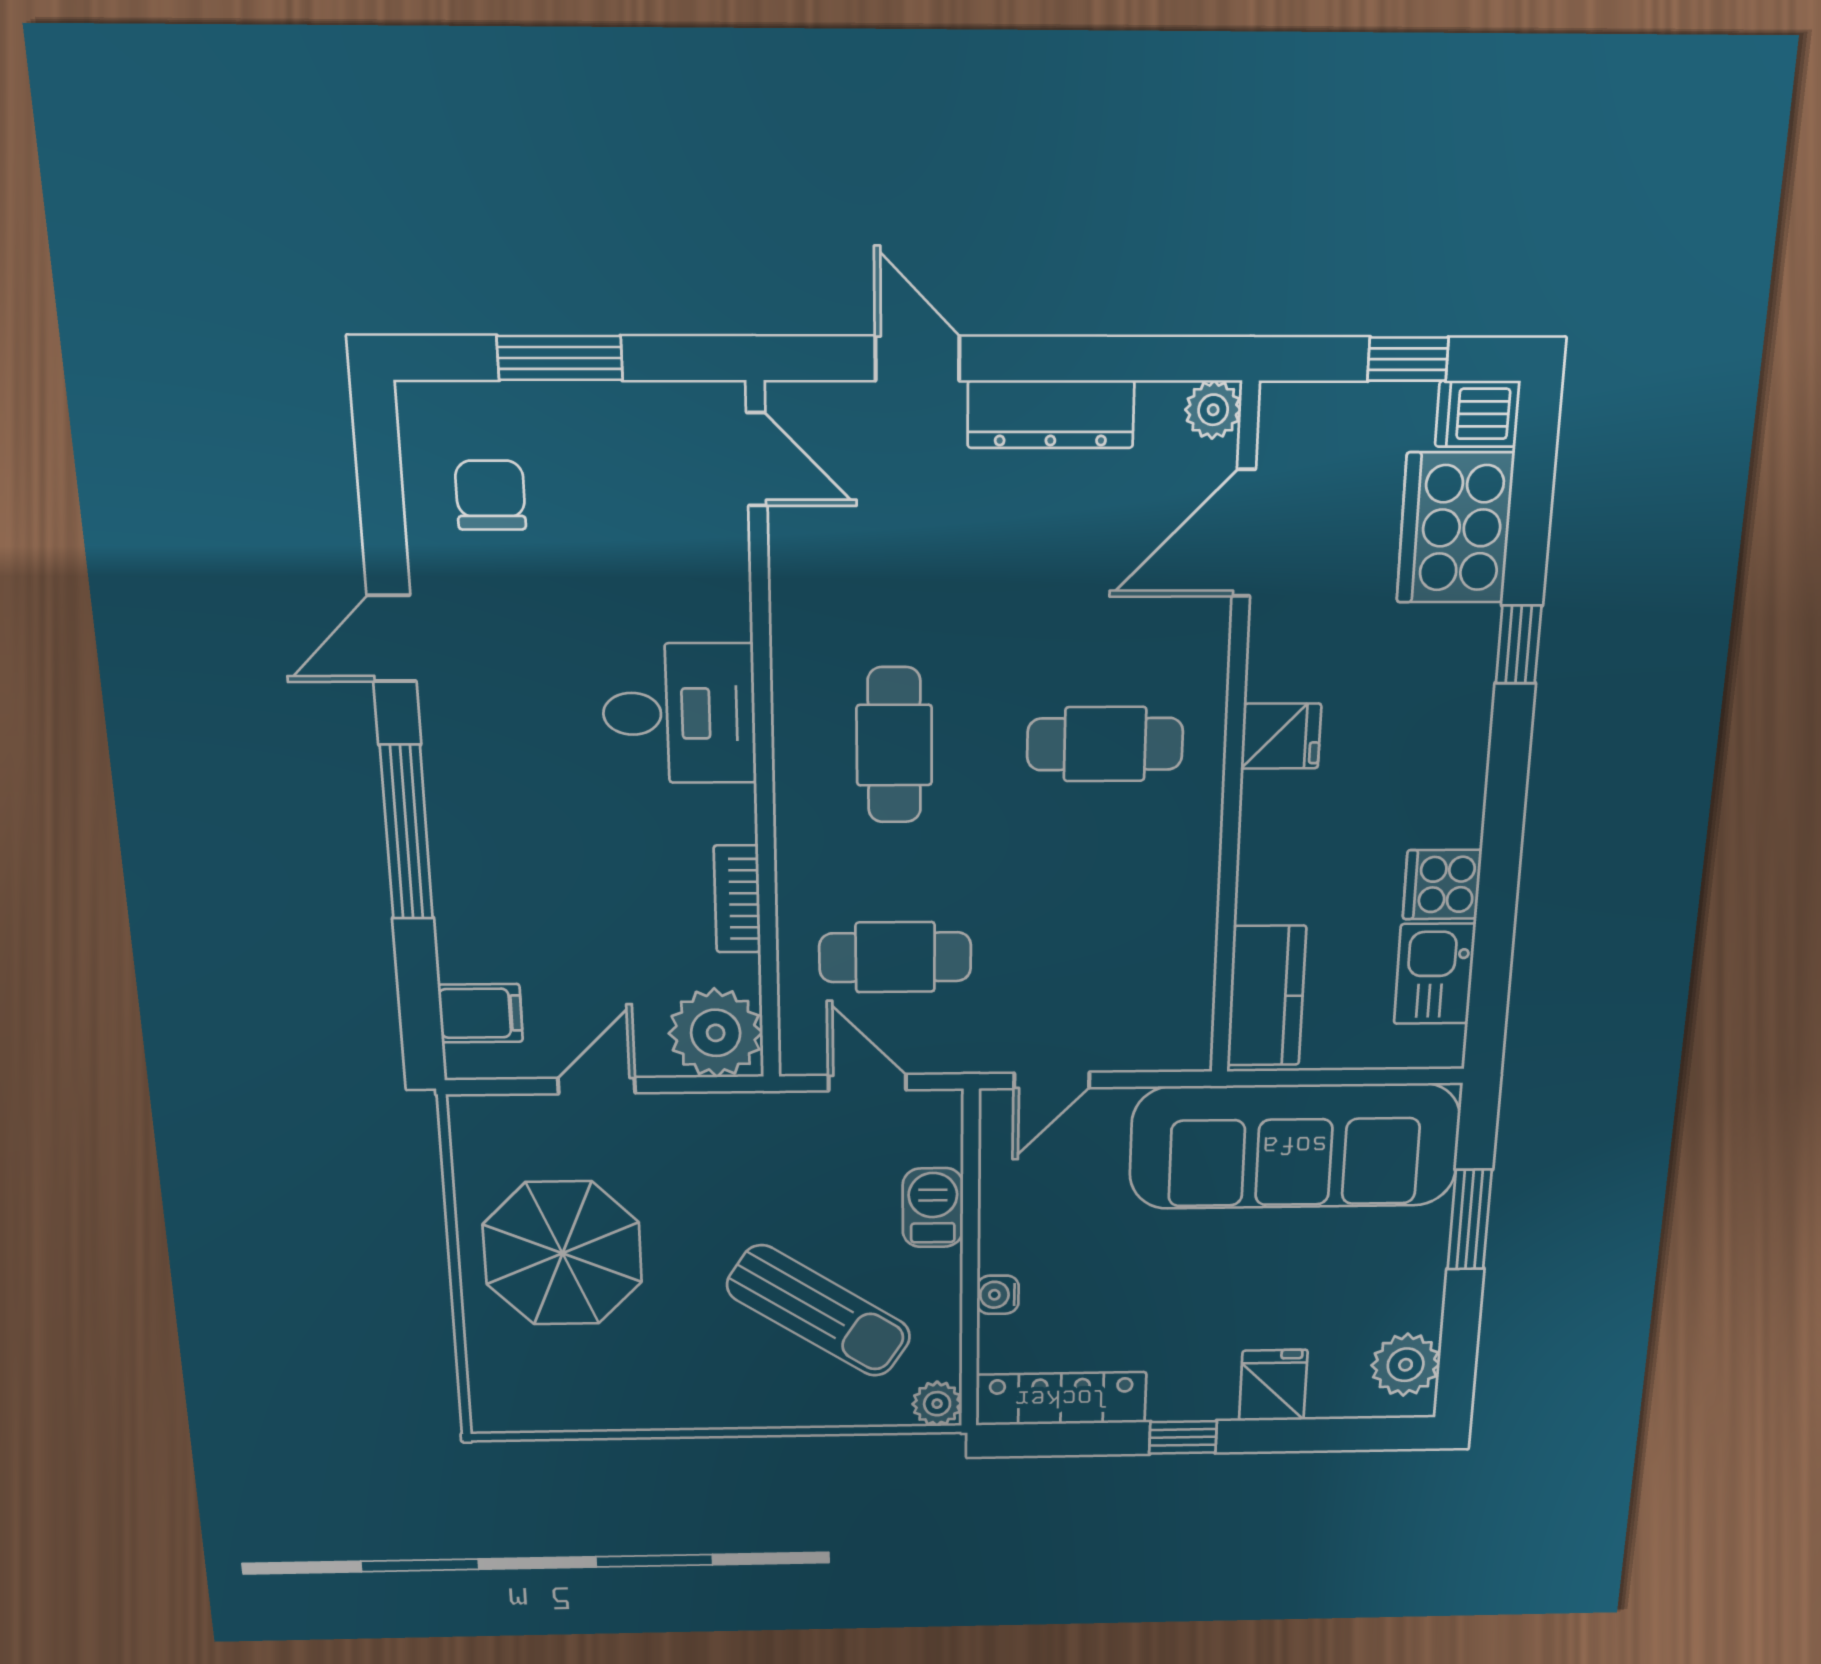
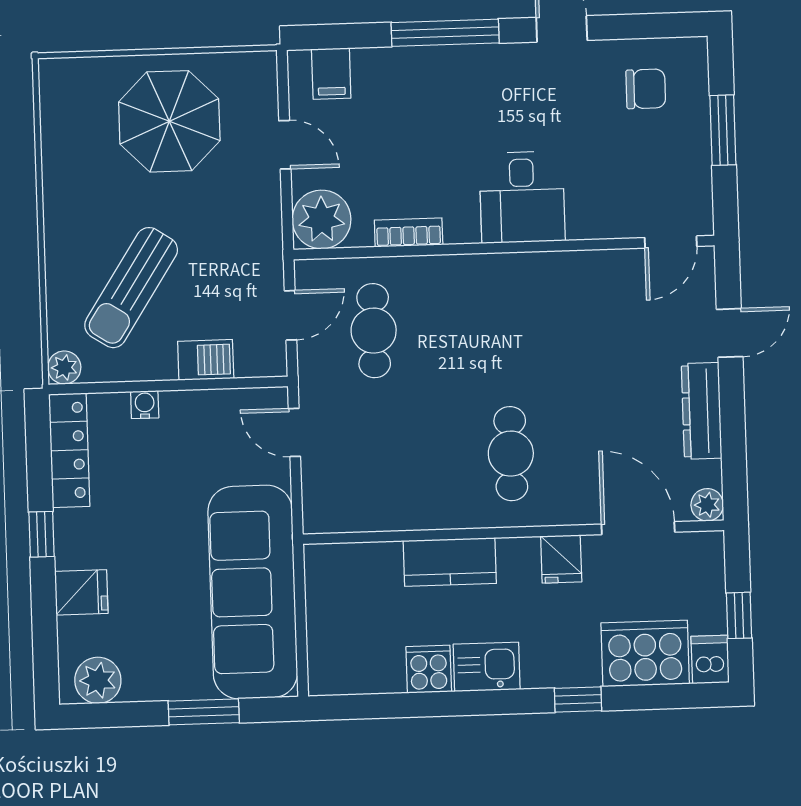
fridge: (1281, 736) -> (561, 559), moved
cafe table: (894, 745) -> (507, 326), removed
kitchen sink: (1435, 974) -> (487, 667), moved
kitchen counter: (1266, 996) -> (450, 562), moved

